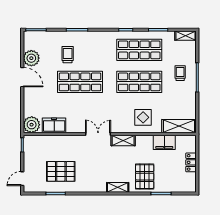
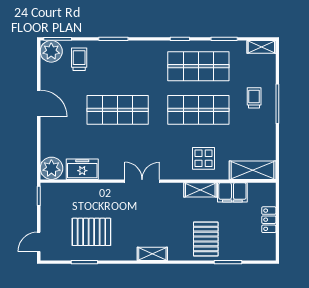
trolley: (68, 55) -> (79, 59), moved
plant: (31, 58) -> (51, 51), moved
shelving: (123, 141) -> (200, 190), moved
shelving: (118, 187) -> (152, 254), moved

